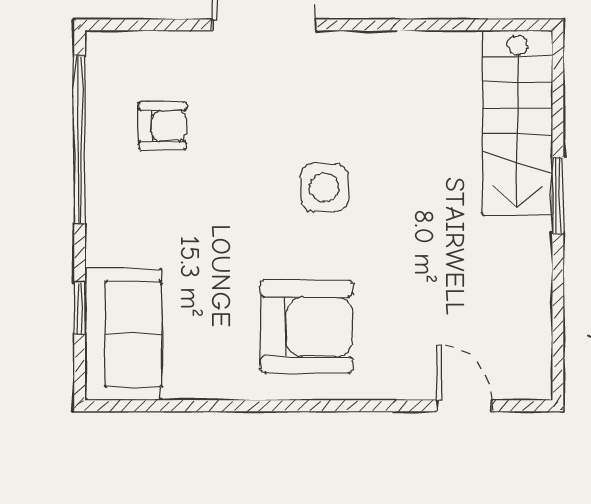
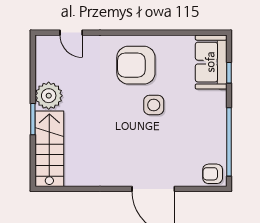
armchair: (162, 126) -> (213, 174), moved
side table: (324, 187) -> (154, 105), moved
plant: (519, 252) -> (49, 96), added

